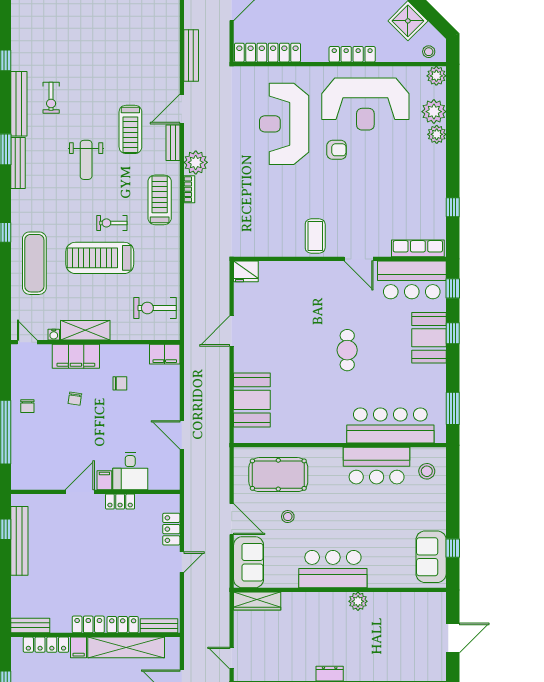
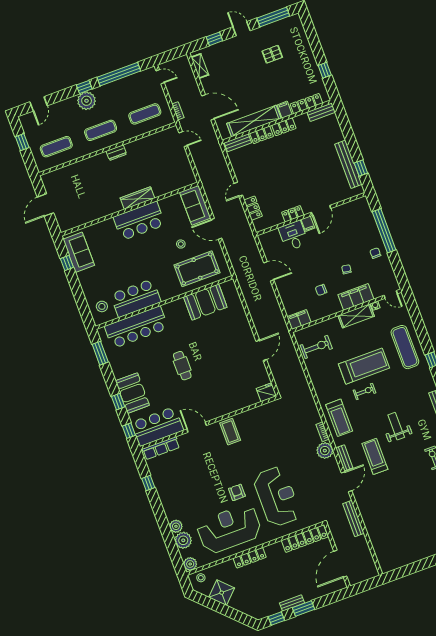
armchair: (337, 150) -> (237, 492), turned 90
booth: (252, 400) -> (205, 302), moved, turned 90
wardrobe: (257, 601) -> (137, 198), moved
plant: (358, 601) -> (115, 206), removed

